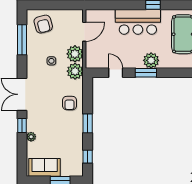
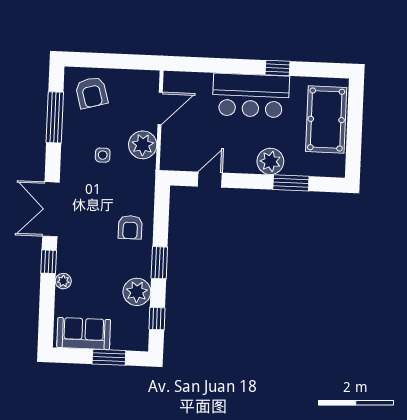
plant: (75, 71) -> (137, 292), moved
door: (116, 73) -> (210, 180), hinge flipped
window: (146, 73) -> (291, 183), moved

